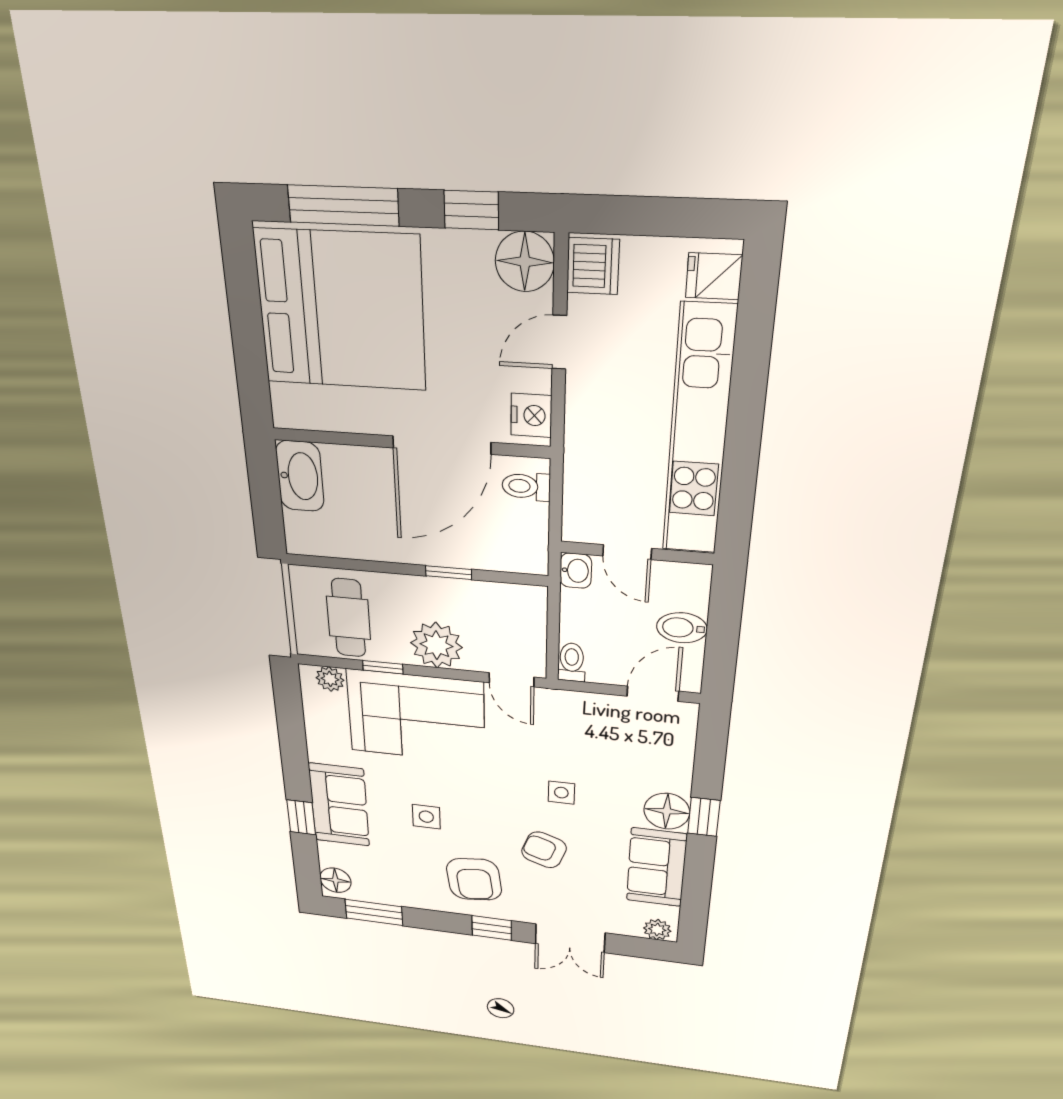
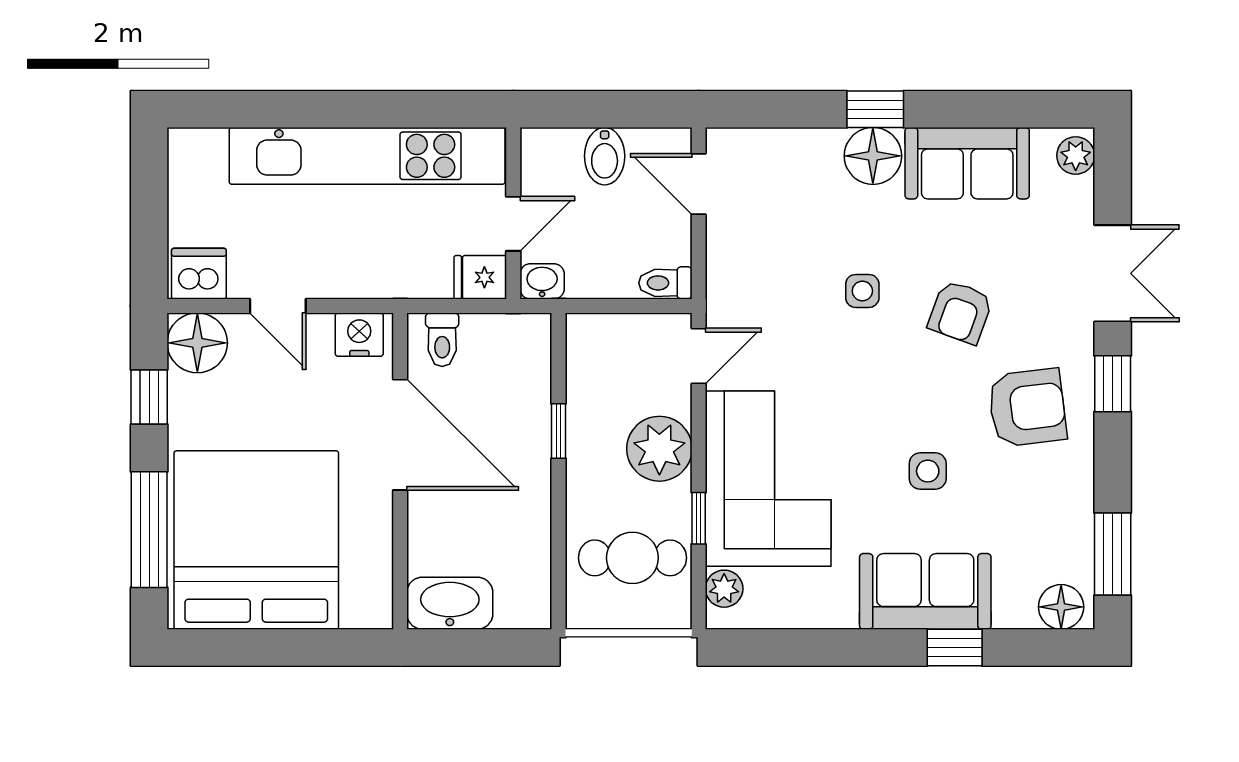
fridge: (714, 276) -> (480, 277), moved, turned 90

